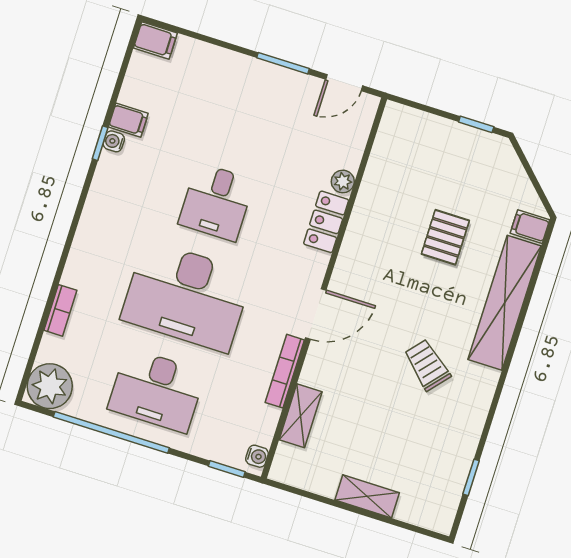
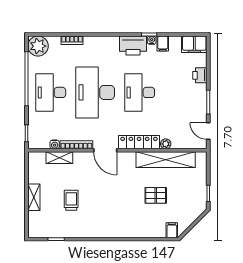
filing cabinet: (155, 41) -> (194, 44), width x2.00
printer: (221, 63) -> (200, 75), added
printer: (112, 185) -> (133, 46), added
desk: (216, 202) -> (140, 92), width x1.37
locker: (326, 222) -> (139, 142), width x1.53
shelving: (505, 303) -> (166, 160), moved
trolley: (427, 365) -> (71, 200), moved, turned -41
water cooler: (257, 456) -> (55, 144), moved

